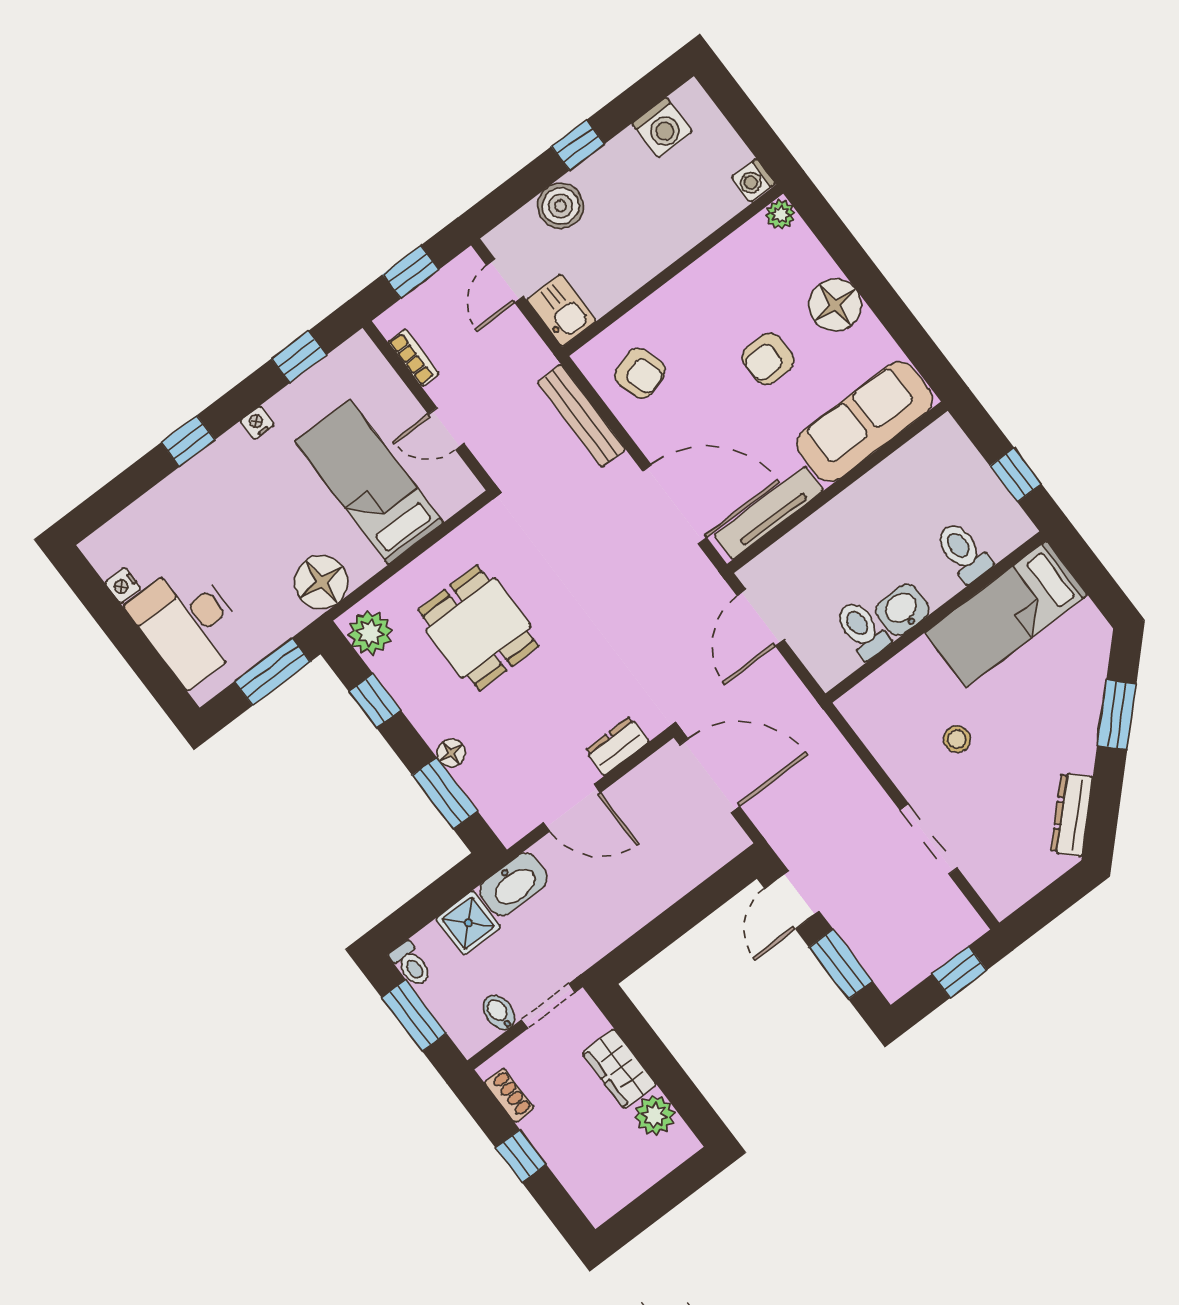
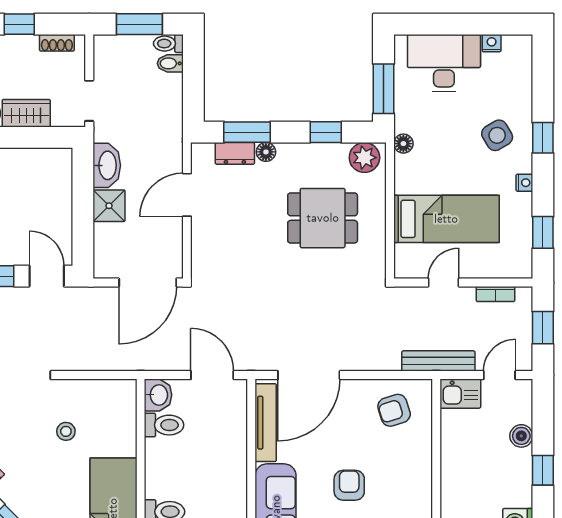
boiler: (561, 206) -> (521, 436), width x0.73, depth x0.73
door: (505, 281) -> (499, 375), hinge flipped
bench: (581, 416) -> (438, 361), moved
side table: (226, 497) -> (497, 135), added
floor lamp: (321, 582) -> (403, 144), width x0.53, depth x0.53
washbasin: (903, 610) -> (158, 395), moved
dresser: (617, 746) -> (235, 153), moved, turned 90
washbasin: (514, 884) -> (107, 165), moved, turned 180
shower: (468, 923) -> (109, 206), moved
bidet: (499, 1013) -> (170, 63), moved, turned 180

